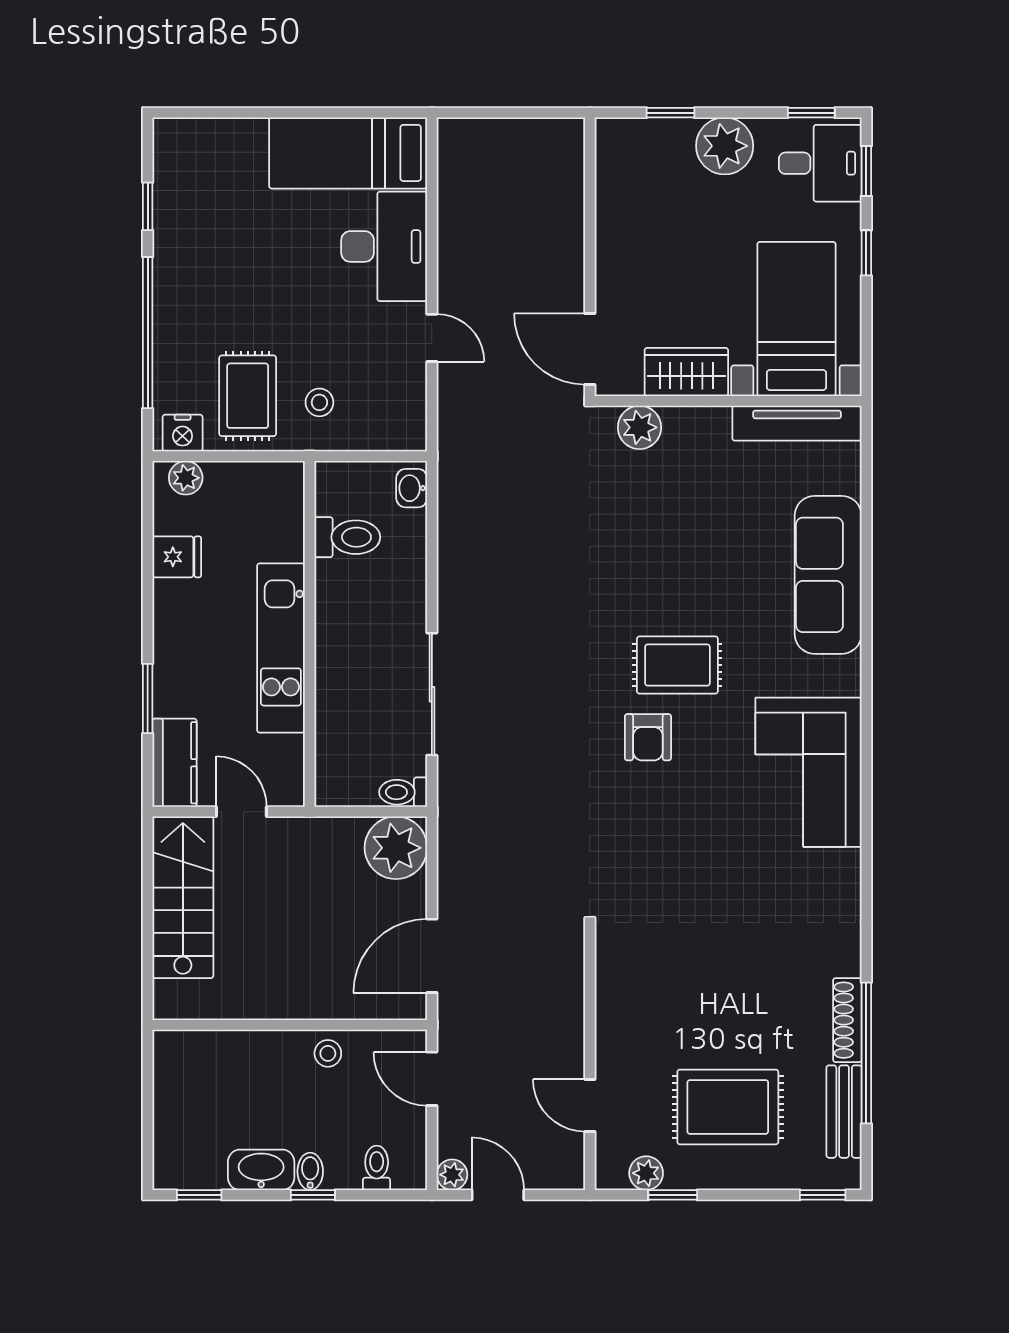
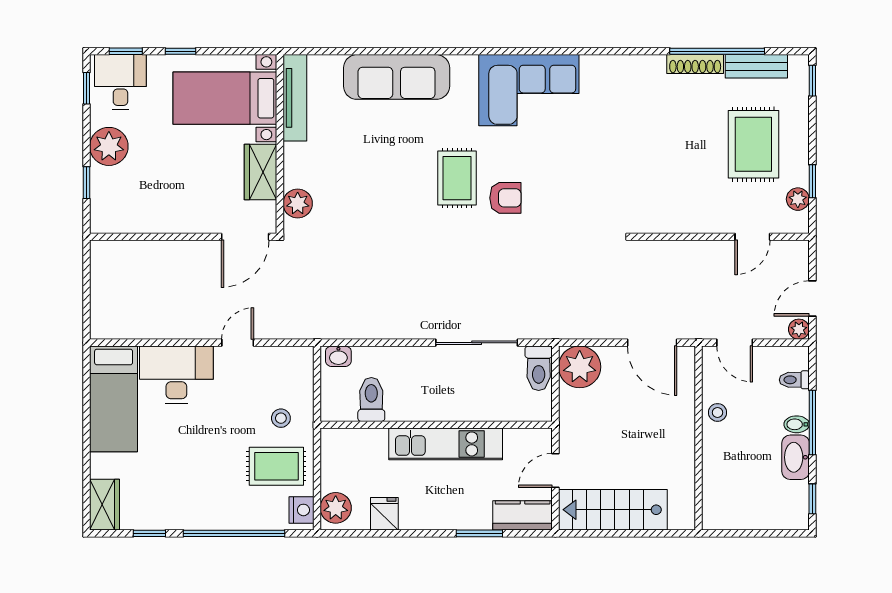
wardrobe: (190, 139) -> (105, 505), added
plant: (186, 478) -> (336, 508), width x1.38, depth x1.38
toilet: (403, 792) -> (539, 368), width x1.37, depth x1.39
door: (432, 1079) -> (735, 343), hinge flipped
window: (313, 1195) -> (812, 423), width x2.17

